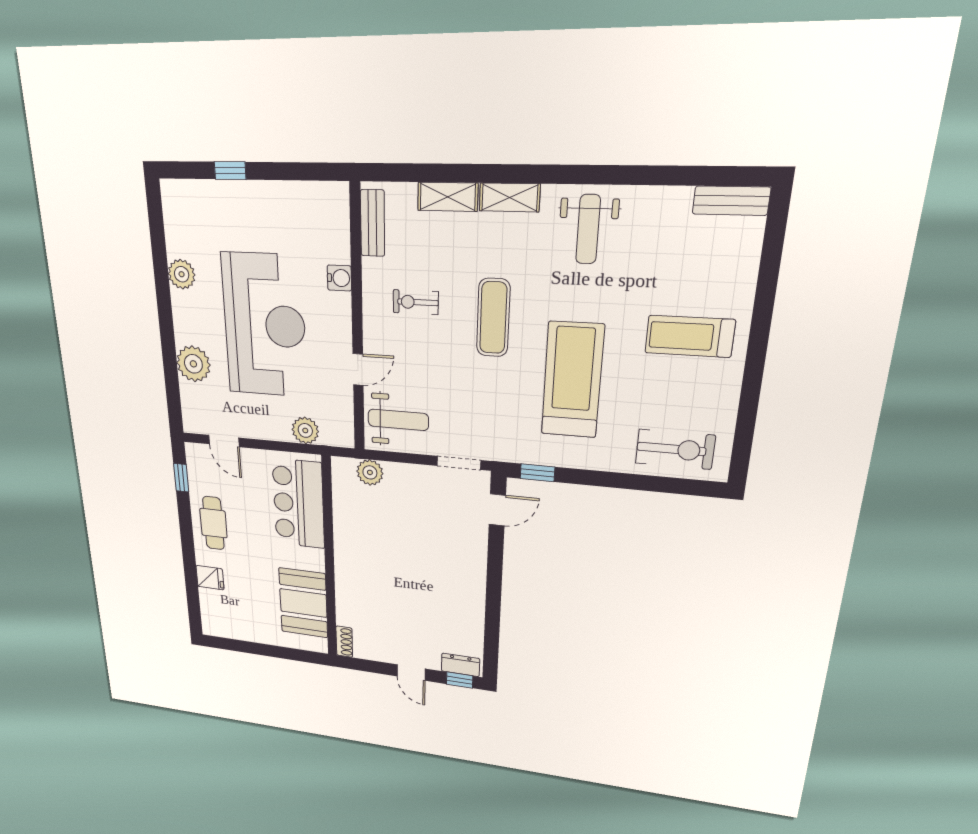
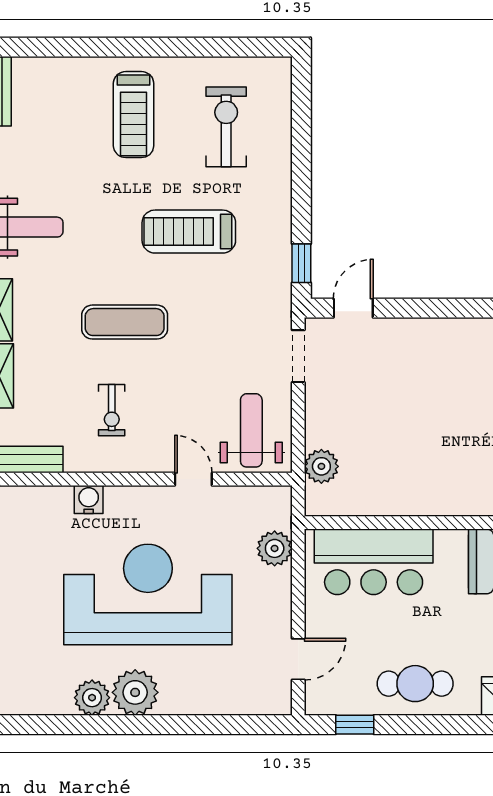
plant: (193, 364) -> (135, 692), moved
treadmill: (572, 380) -> (189, 232), width x0.73, depth x0.73
exercise bike: (675, 449) -> (226, 127), moved
door: (497, 510) -> (353, 308), hinge flipped

